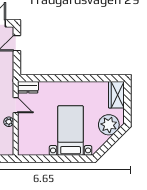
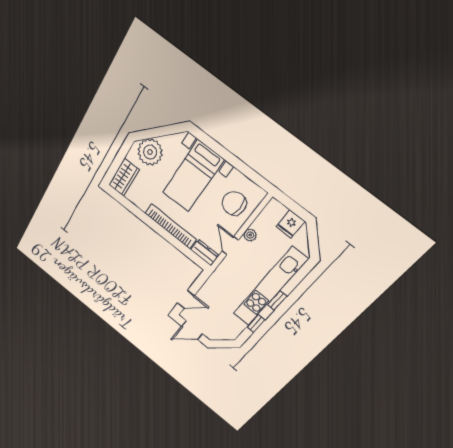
bookcase: (62, 87) -> (171, 226), added
chair: (33, 134) -> (234, 203), added

